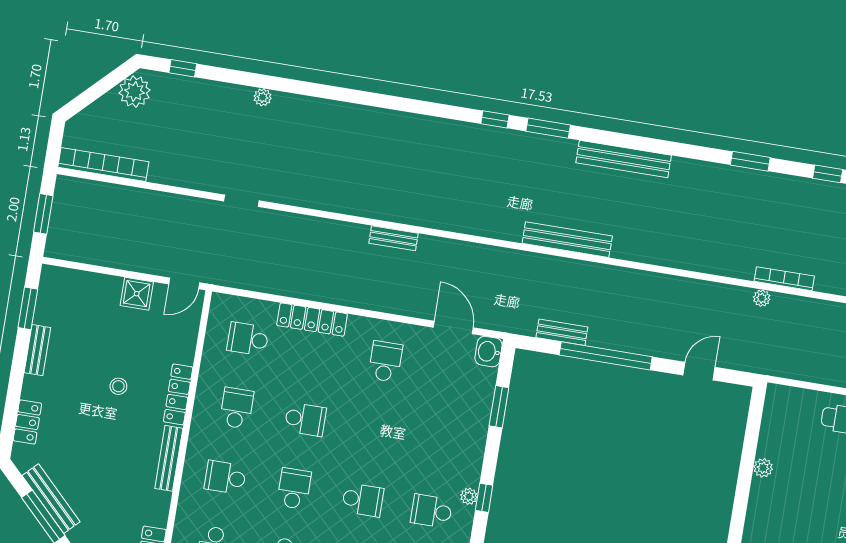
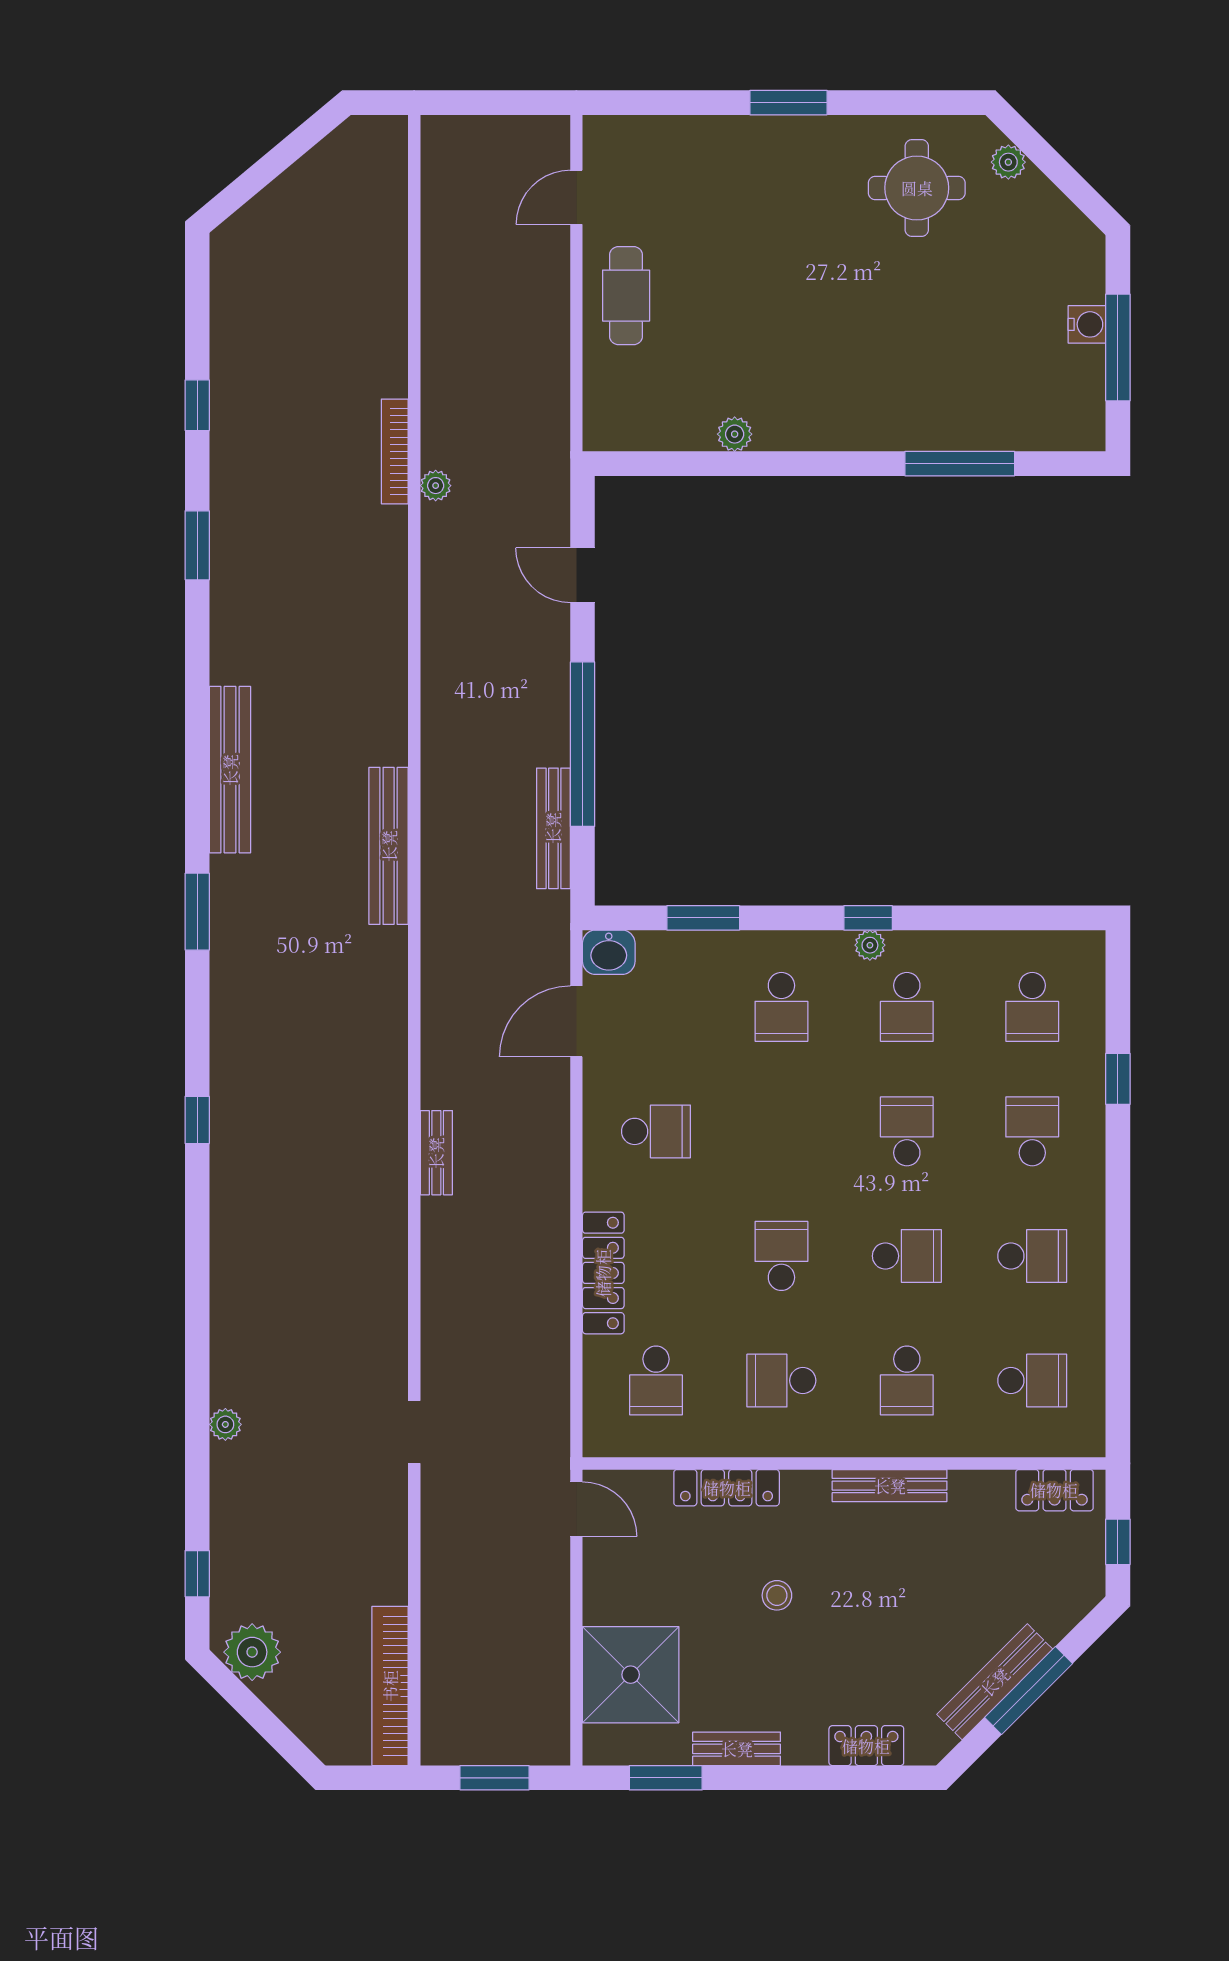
window: (495, 119) -> (197, 1120), moved
shower: (137, 294) -> (631, 1675), moved, width x1.86, depth x1.86
bench: (562, 332) -> (553, 828), width x1.36
school desk: (385, 361) -> (656, 1131), turned 180
locker: (178, 394) -> (727, 1488), moved
school desk: (443, 442) -> (781, 1007), added
school desk: (294, 489) -> (907, 1256), turned 180

